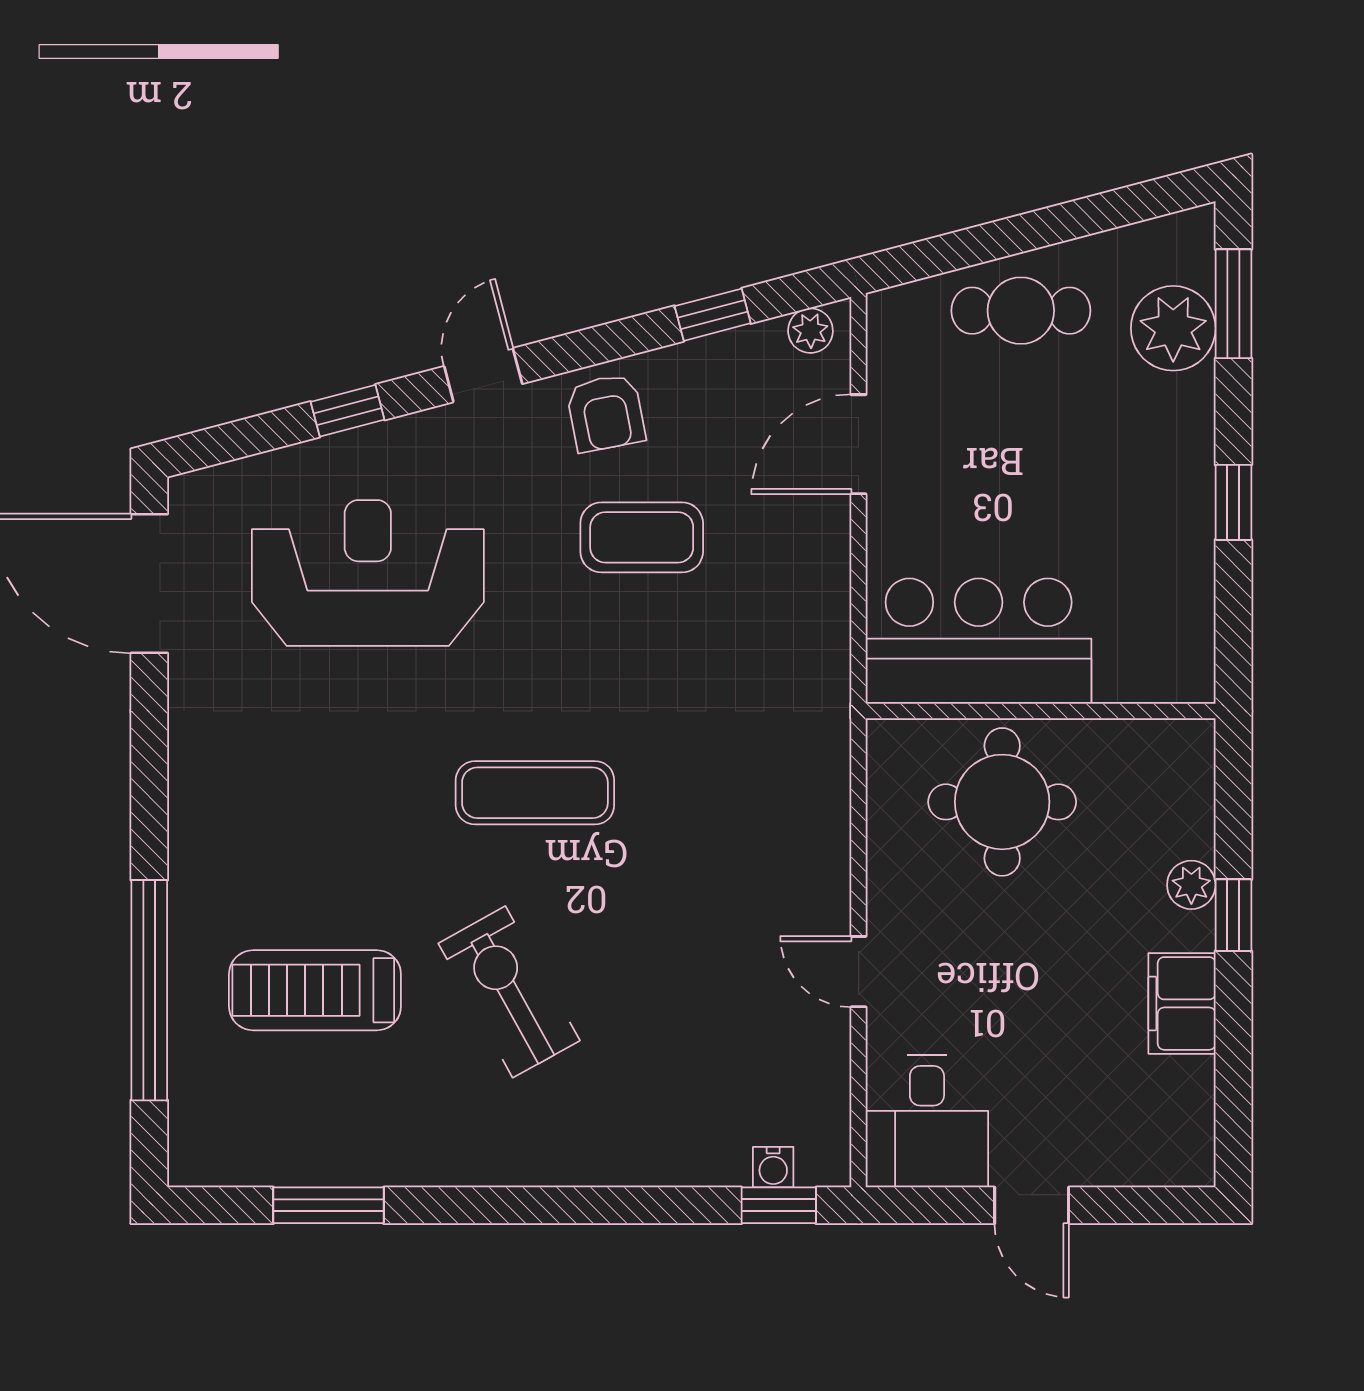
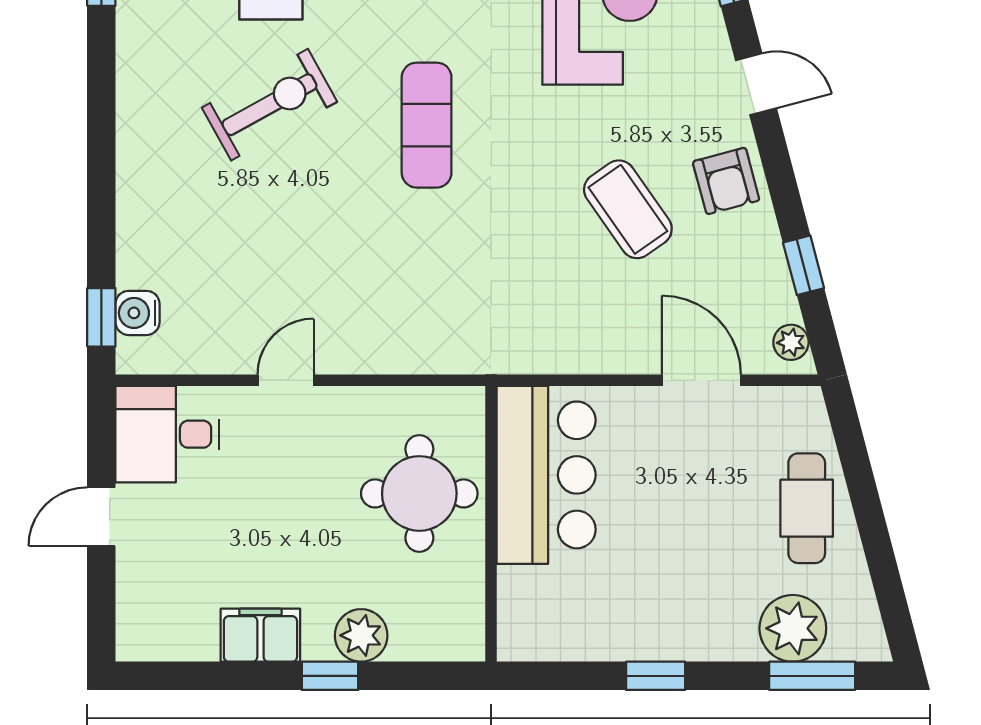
armchair: (606, 413) -> (726, 181), turned -94
coffee table: (642, 537) -> (628, 209), turned -35
plant: (1191, 885) -> (361, 635), width x1.38, depth x1.38
water cooler: (773, 1167) -> (137, 313), width x1.38, depth x1.38

